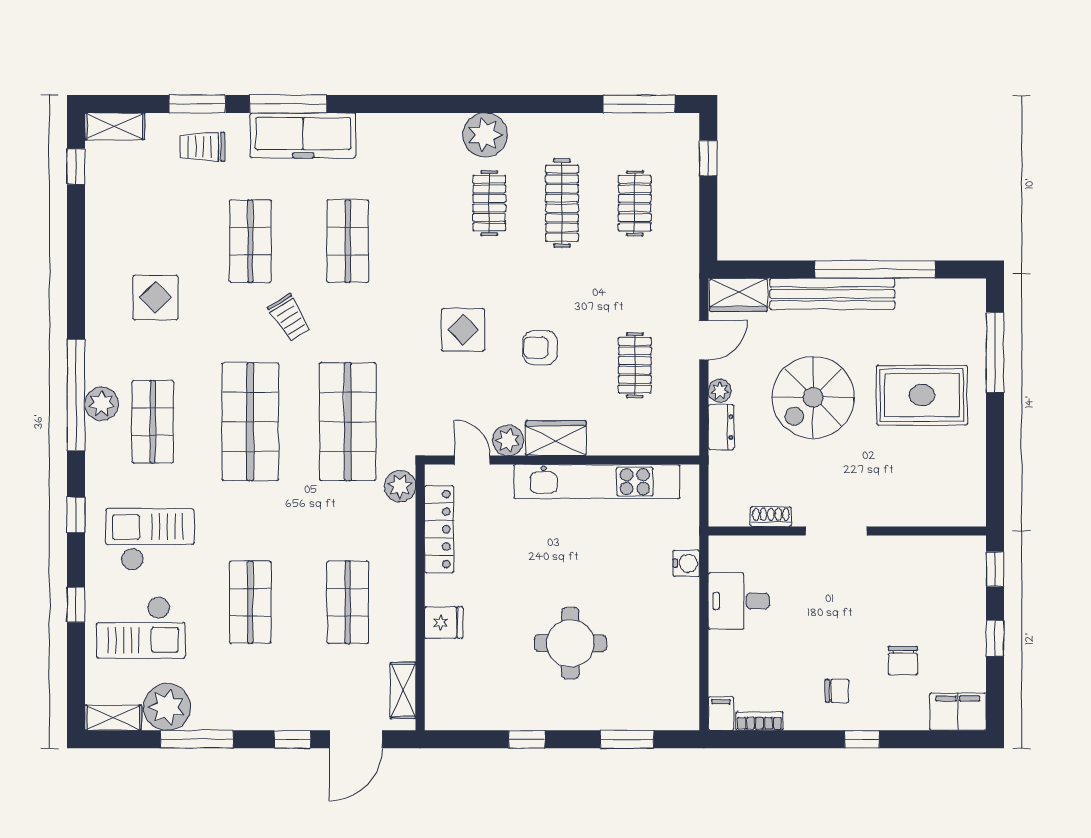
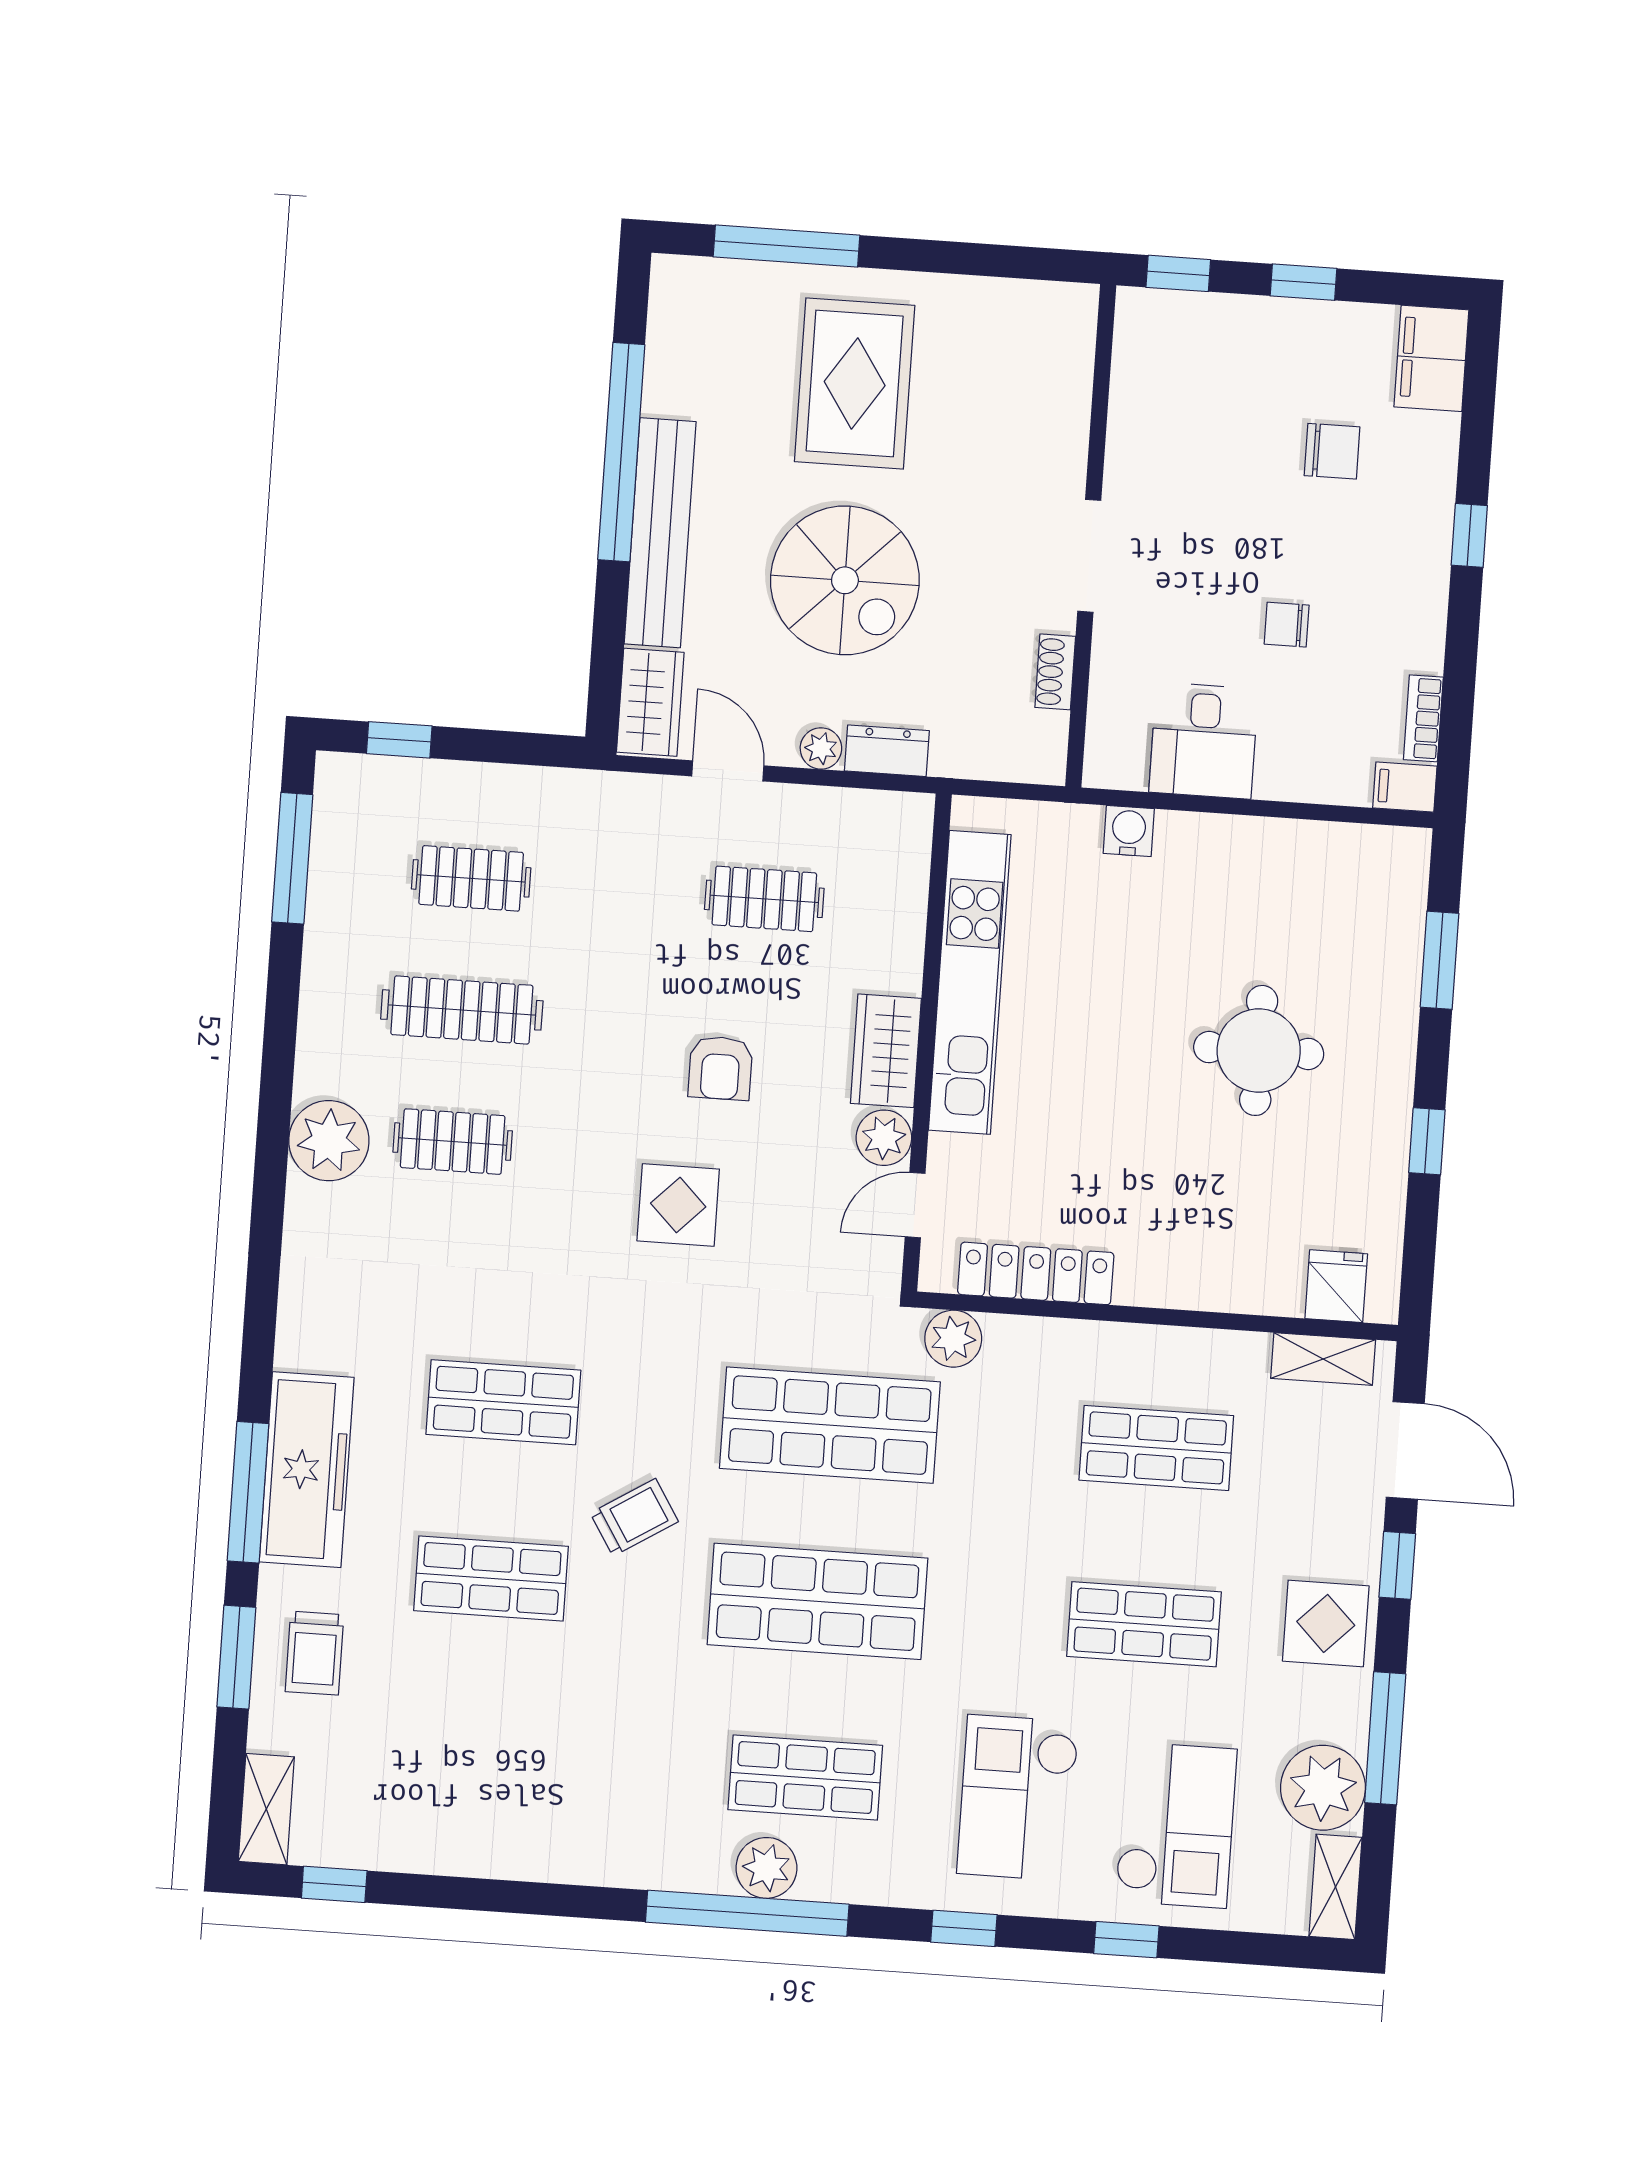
display table: (155, 297) -> (1326, 1623), moved
fridge: (444, 623) -> (1336, 1286), moved
chair: (837, 691) -> (1287, 625), moved, turned -90

